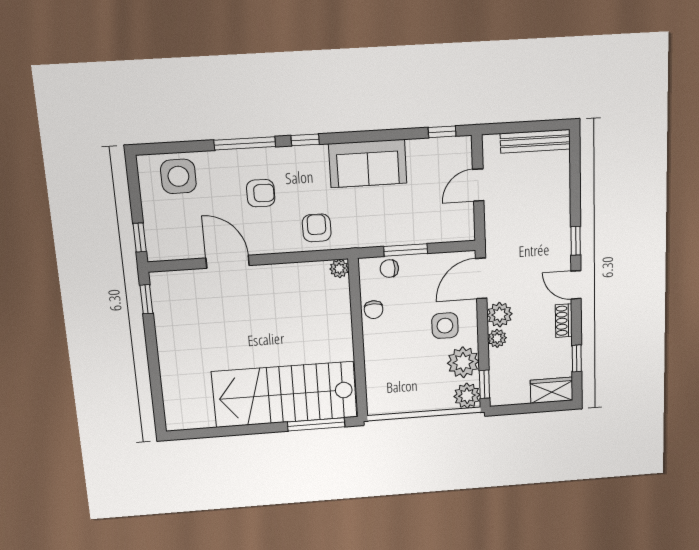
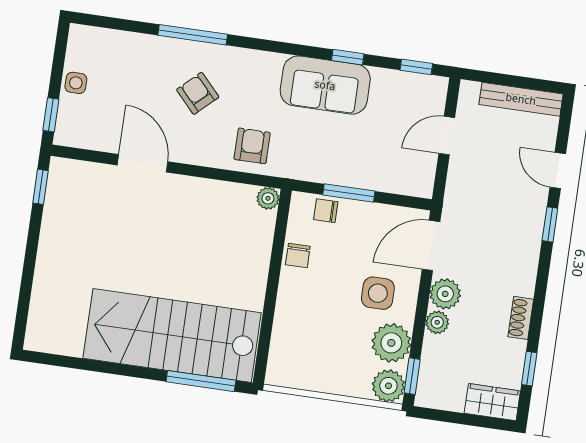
window: (305, 140) -> (348, 57), moved
side table: (178, 176) -> (76, 83), moved, width x0.54, depth x0.54
armchair: (261, 193) -> (198, 93), turned -133
door: (576, 285) -> (558, 170), moved

